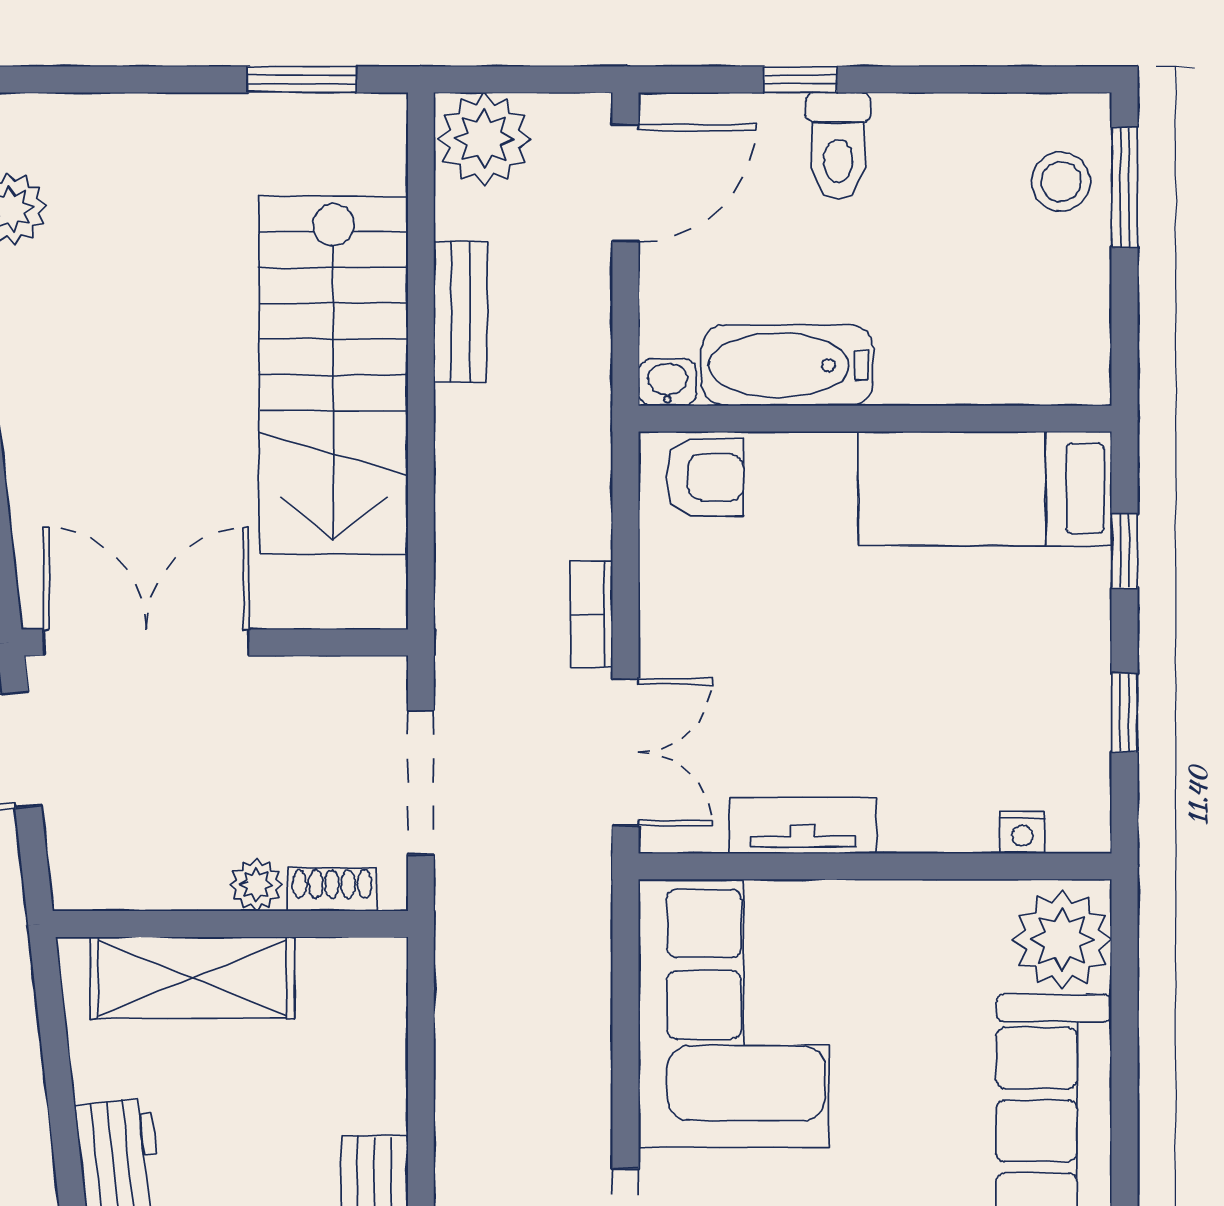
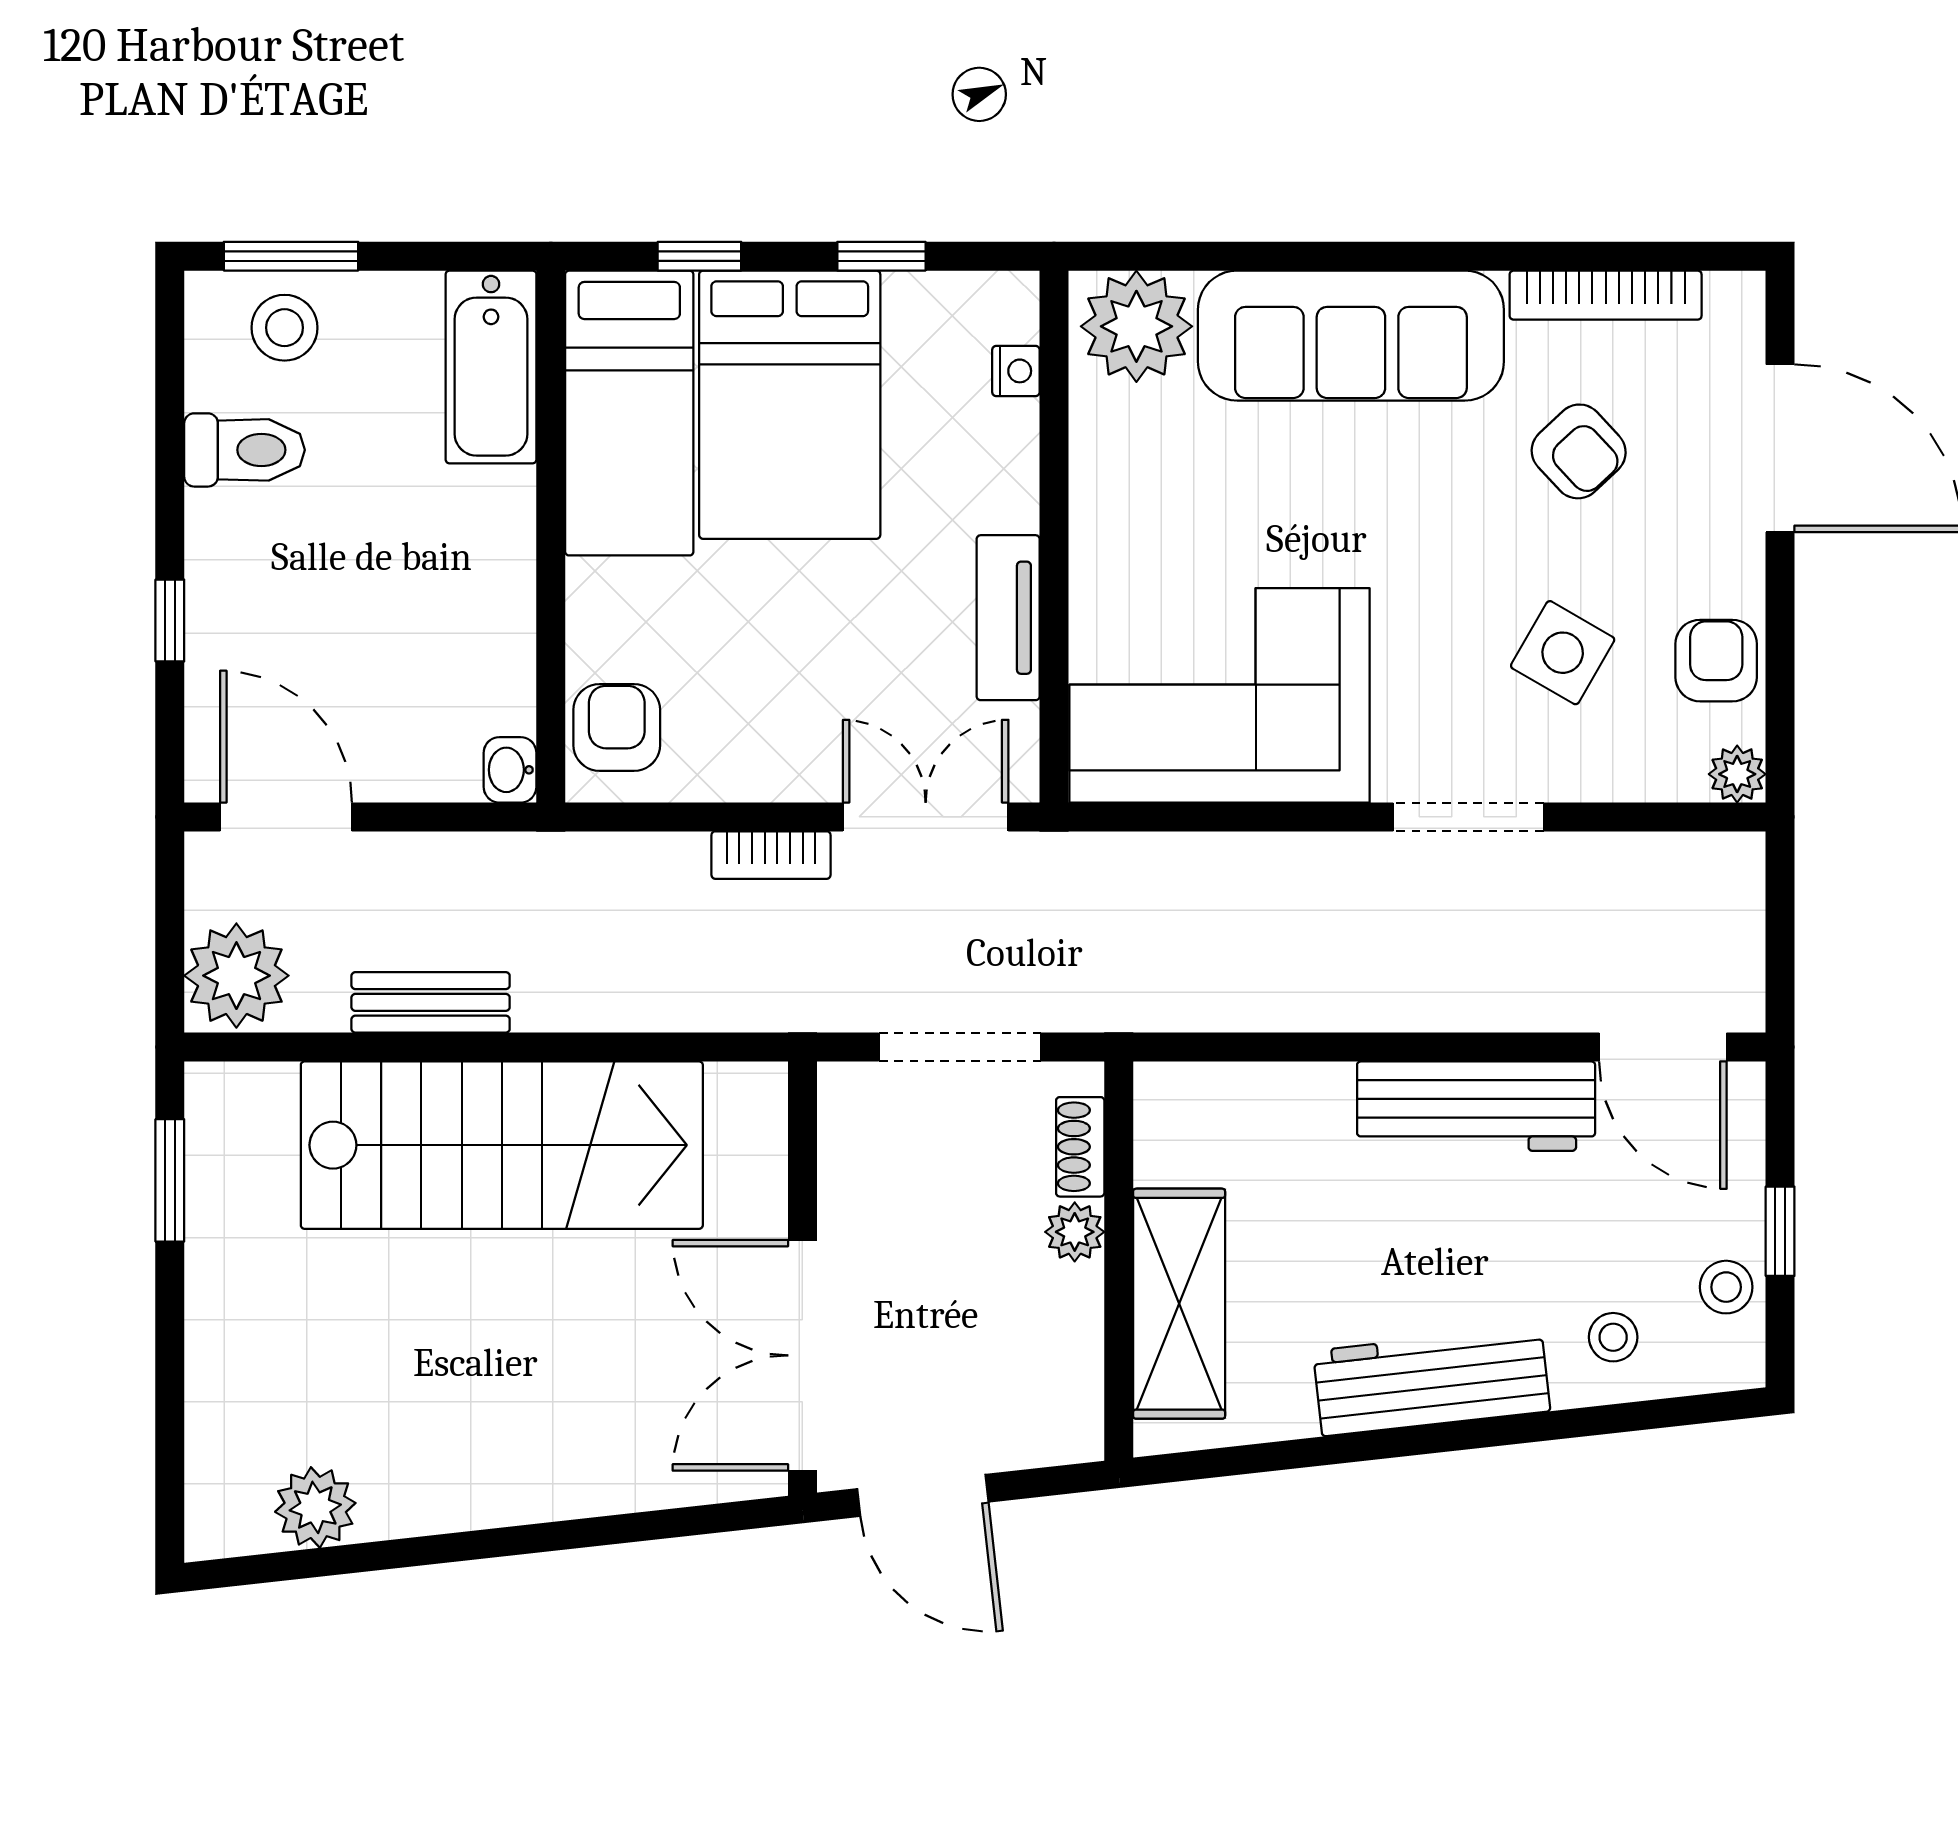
toilet: (838, 146) -> (244, 450), moved
bathtub: (787, 365) -> (491, 367), moved
bed: (992, 631) -> (790, 405), added

